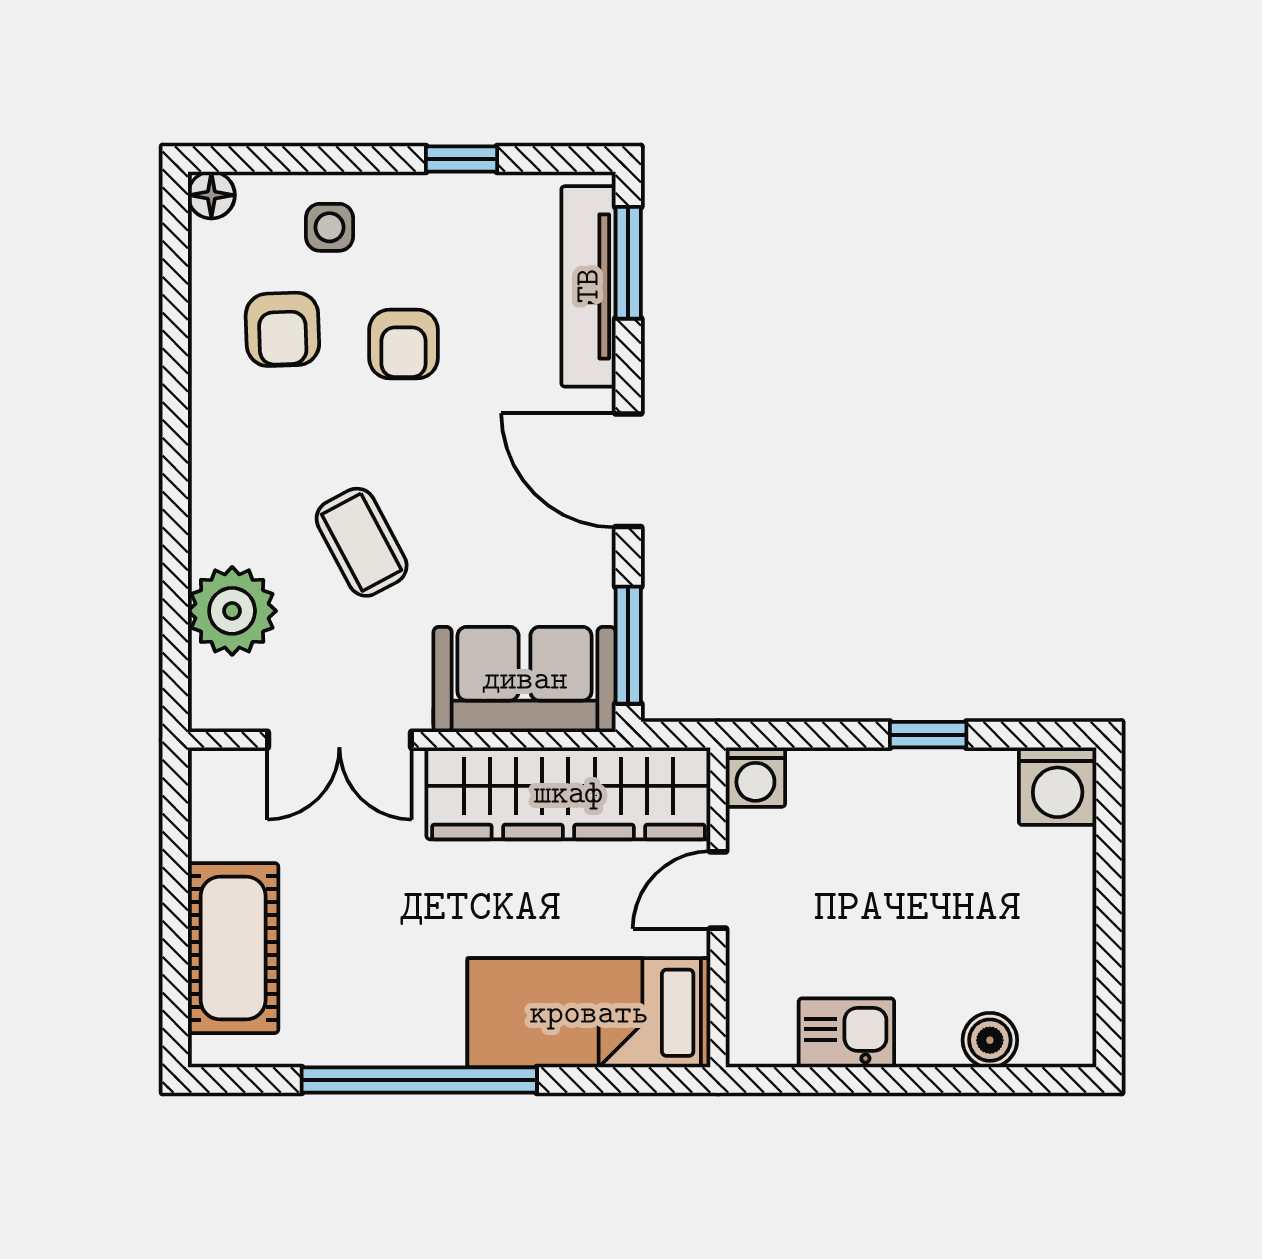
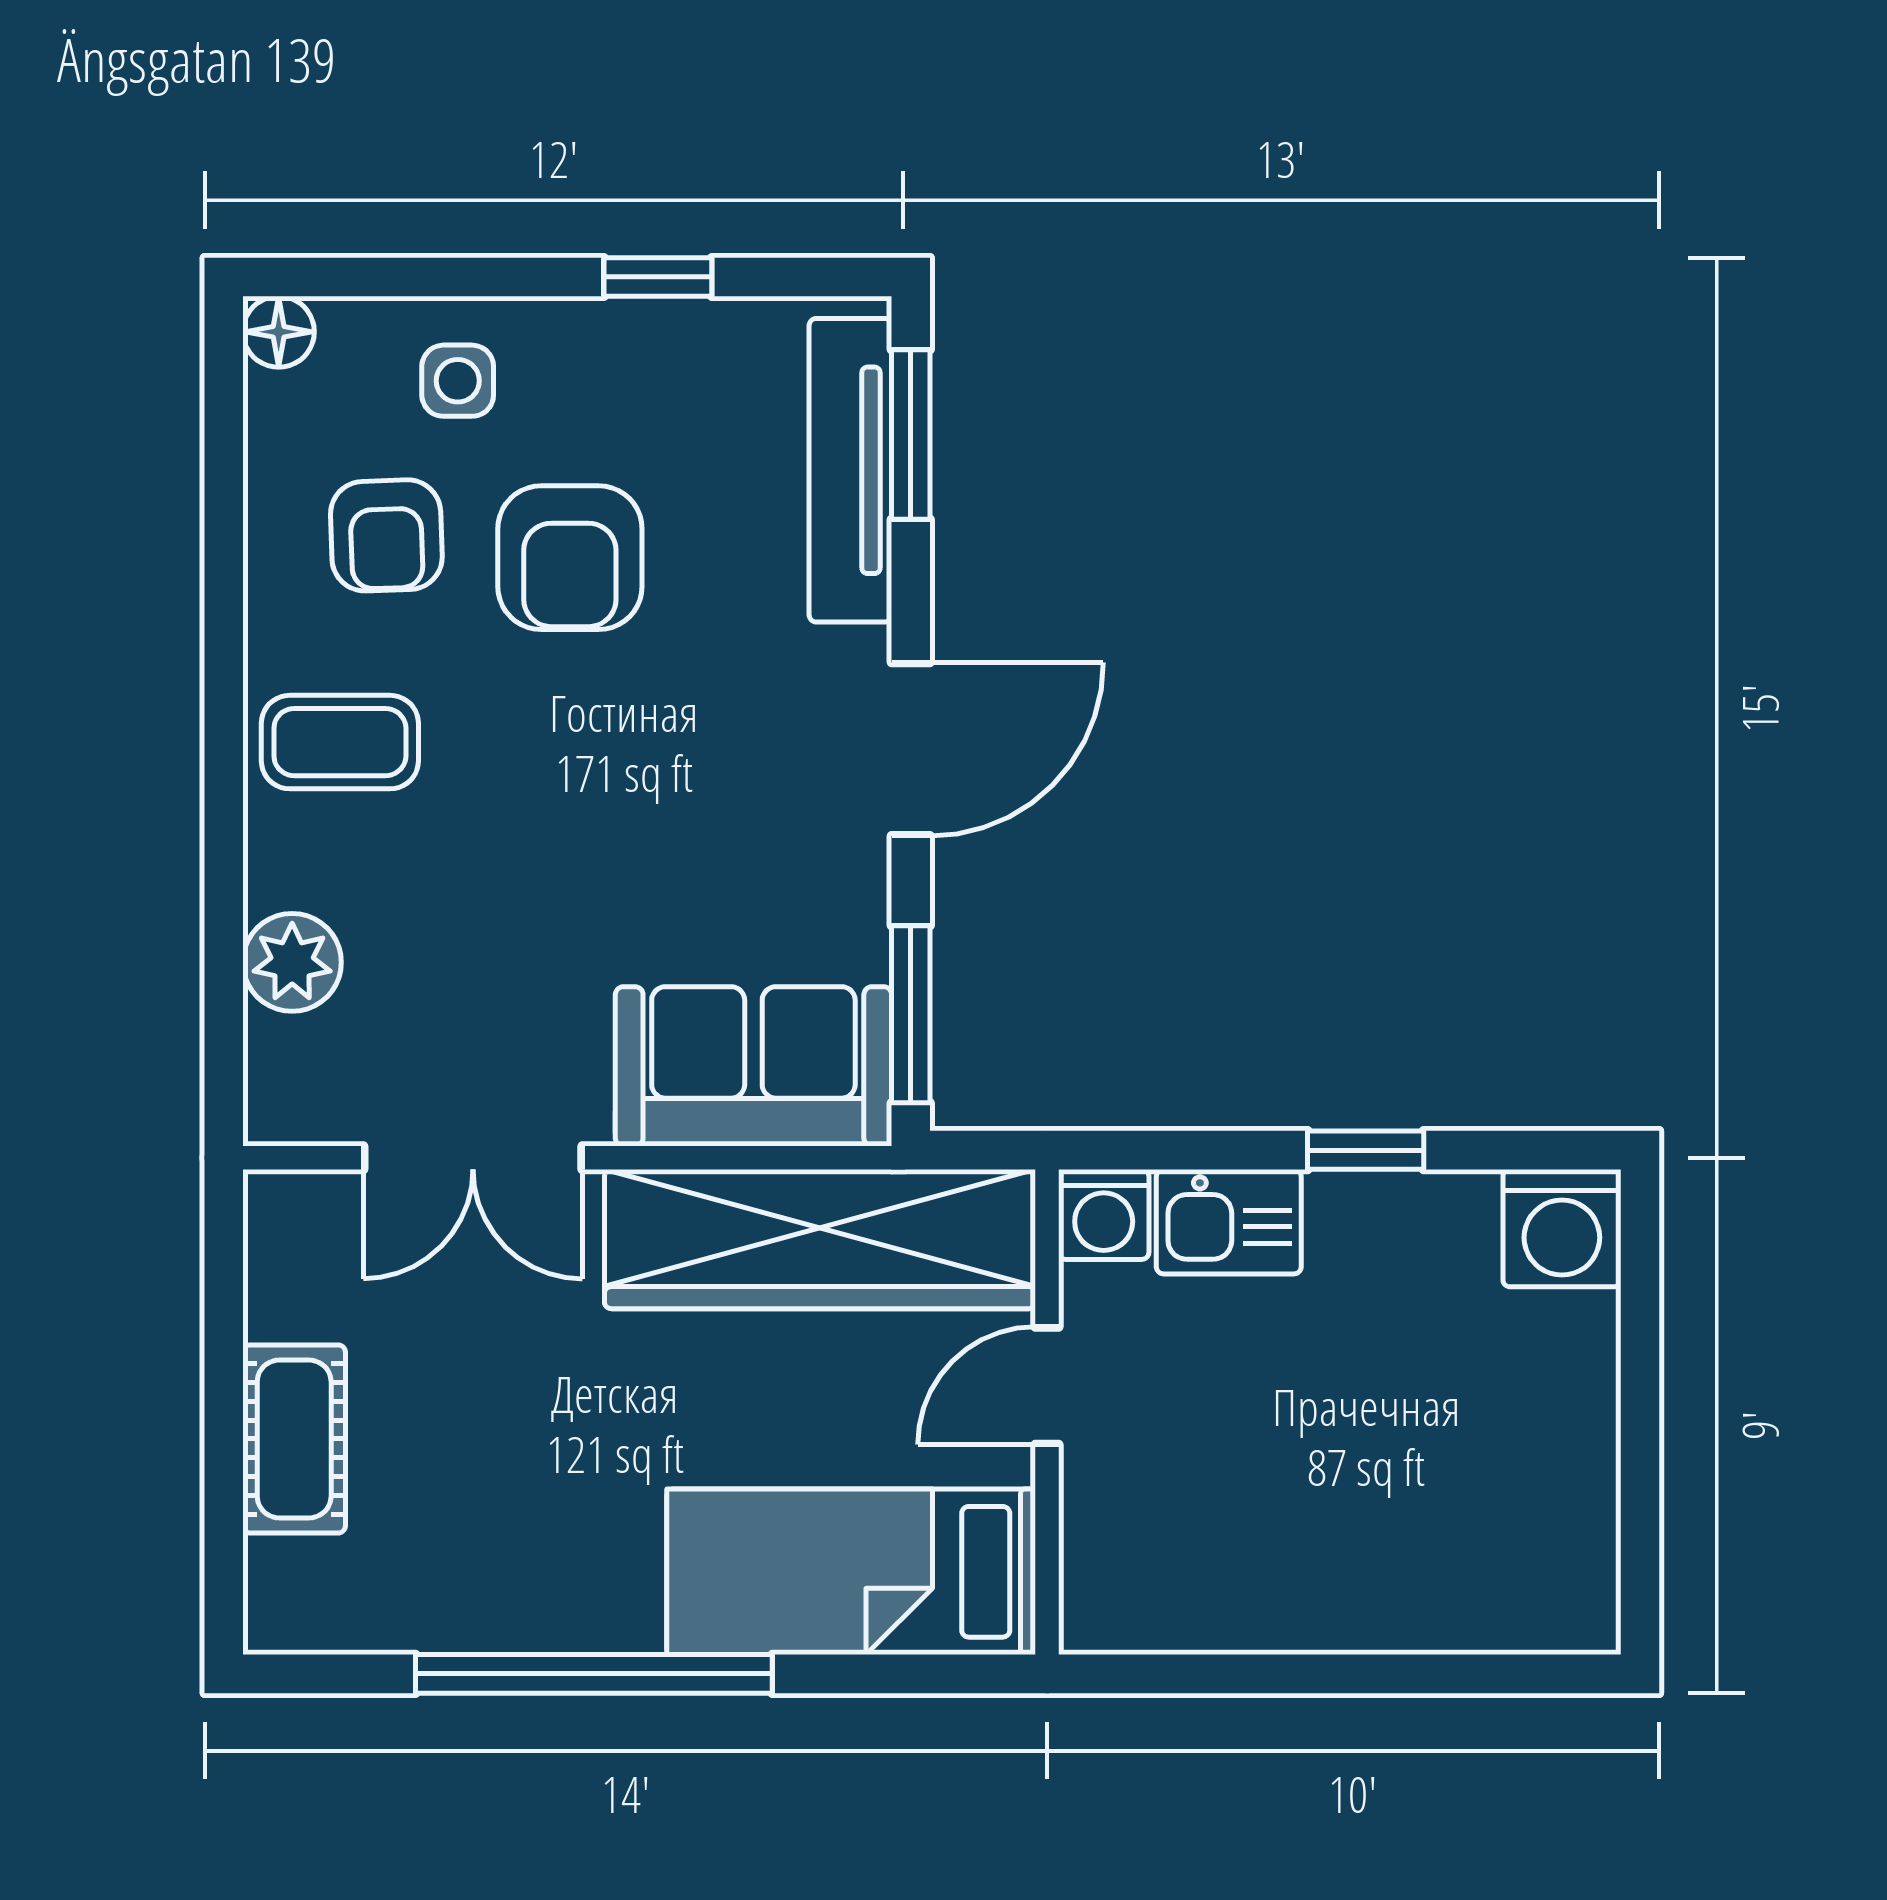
armchair: (403, 344) -> (570, 558), width x1.38, depth x1.38
door: (628, 470) -> (911, 749), swing flipped
coffee table: (362, 542) -> (340, 742), moved, turned -62
plant: (232, 611) -> (292, 962), width x0.73, depth x0.73
cot: (233, 948) -> (294, 1439), width x0.73, depth x0.75
kitchen sink: (846, 1033) -> (1229, 1222), moved, turned 180
boiler: (990, 1040) -> (1459, 1613), removed

